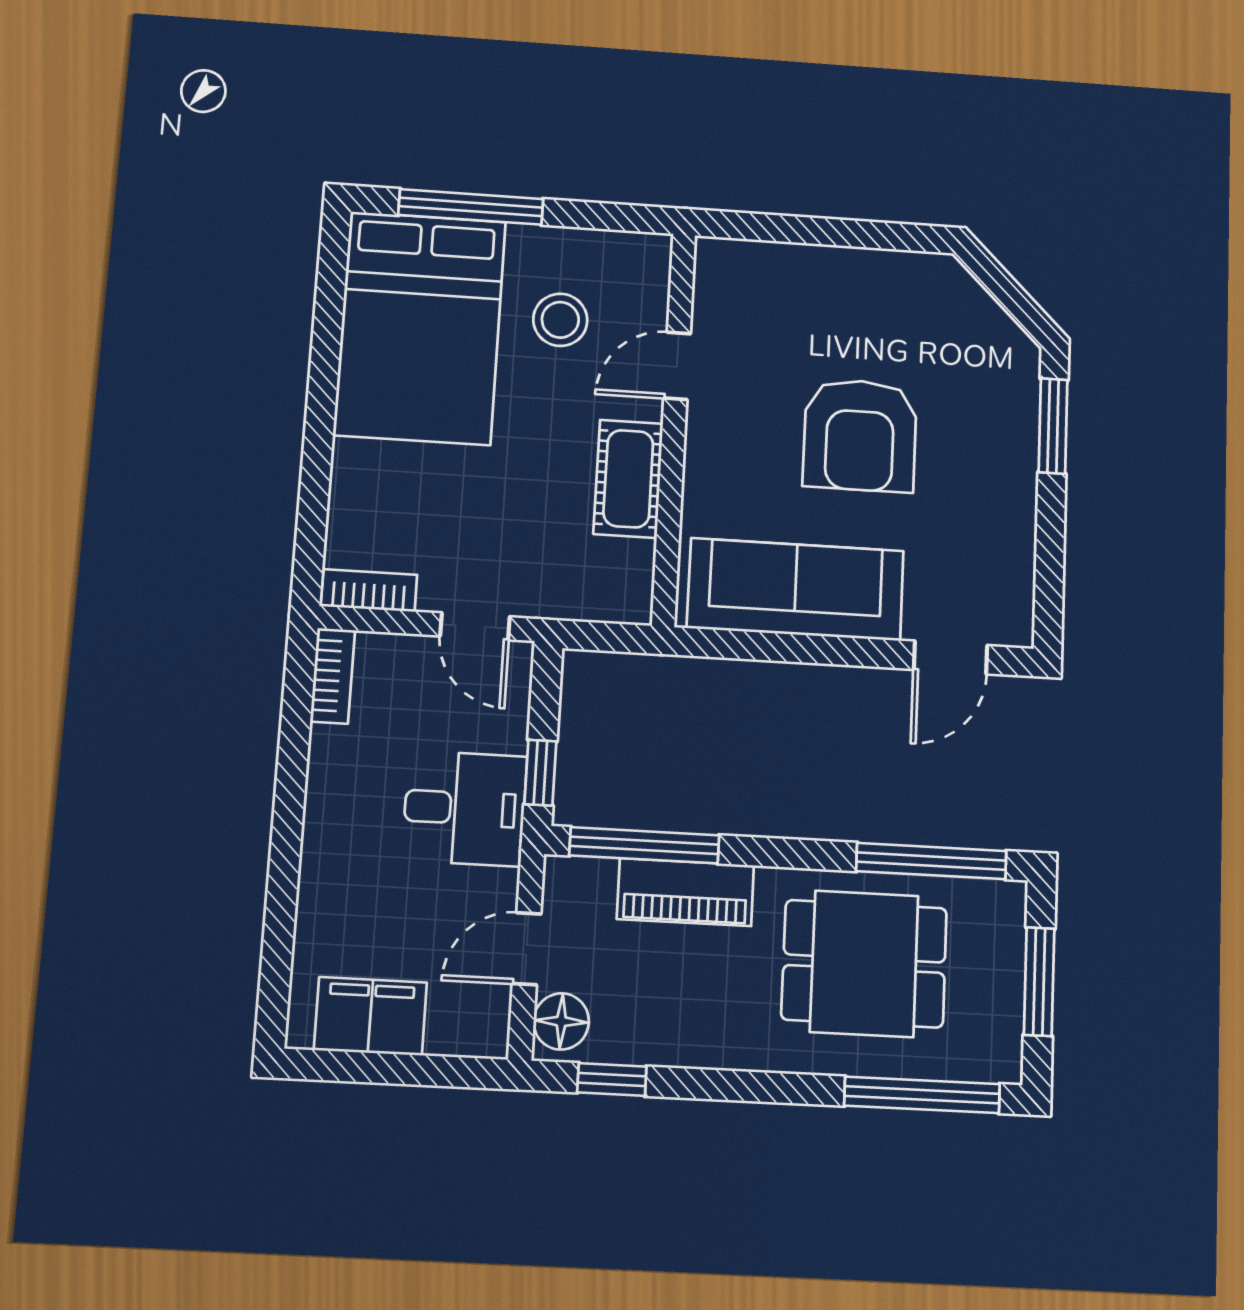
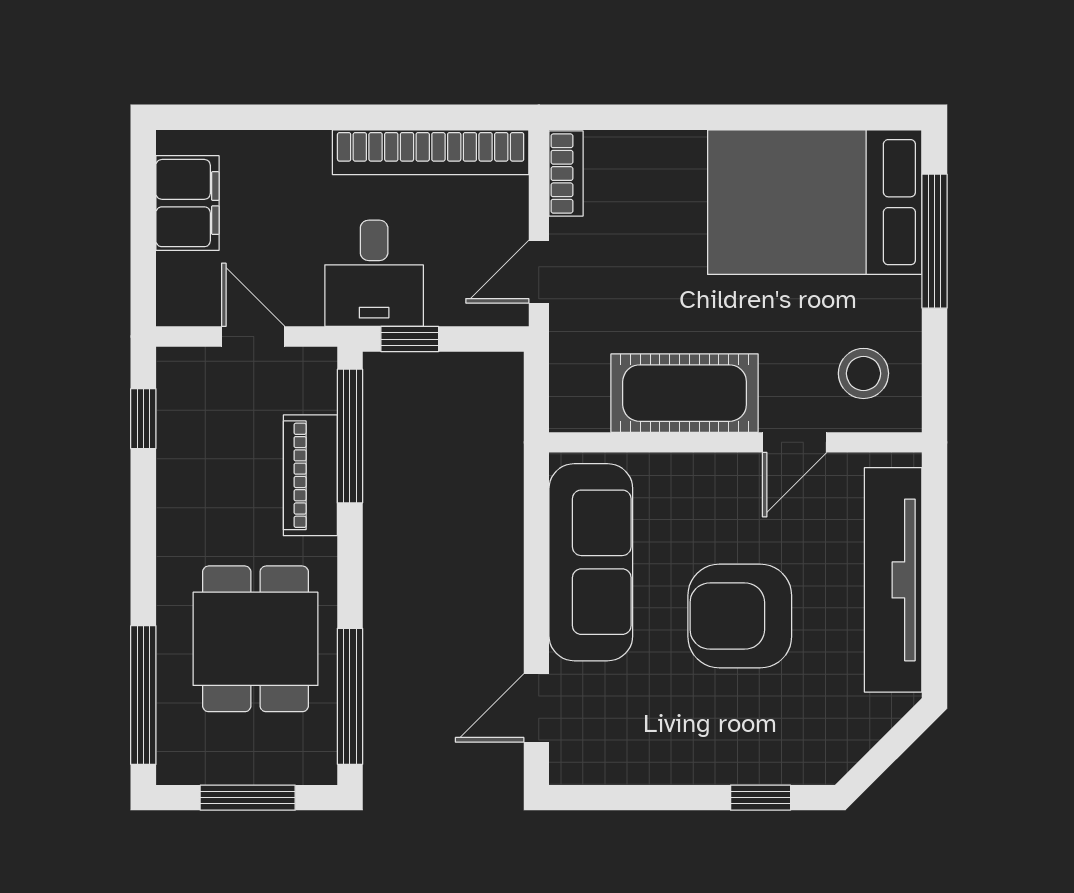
tv unit: (828, 274) -> (893, 580), added
stool: (560, 320) -> (863, 373), moved
door: (677, 366) -> (795, 442), swing flipped
window: (1053, 426) -> (761, 798), width x0.67
cot: (628, 479) -> (685, 393), width x1.37, depth x1.34
door: (951, 657) -> (536, 708), hinge flipped
bookcase: (333, 676) -> (431, 152), width x2.31, depth x1.31
floor lamp: (561, 1021) -> (191, 371), removed

